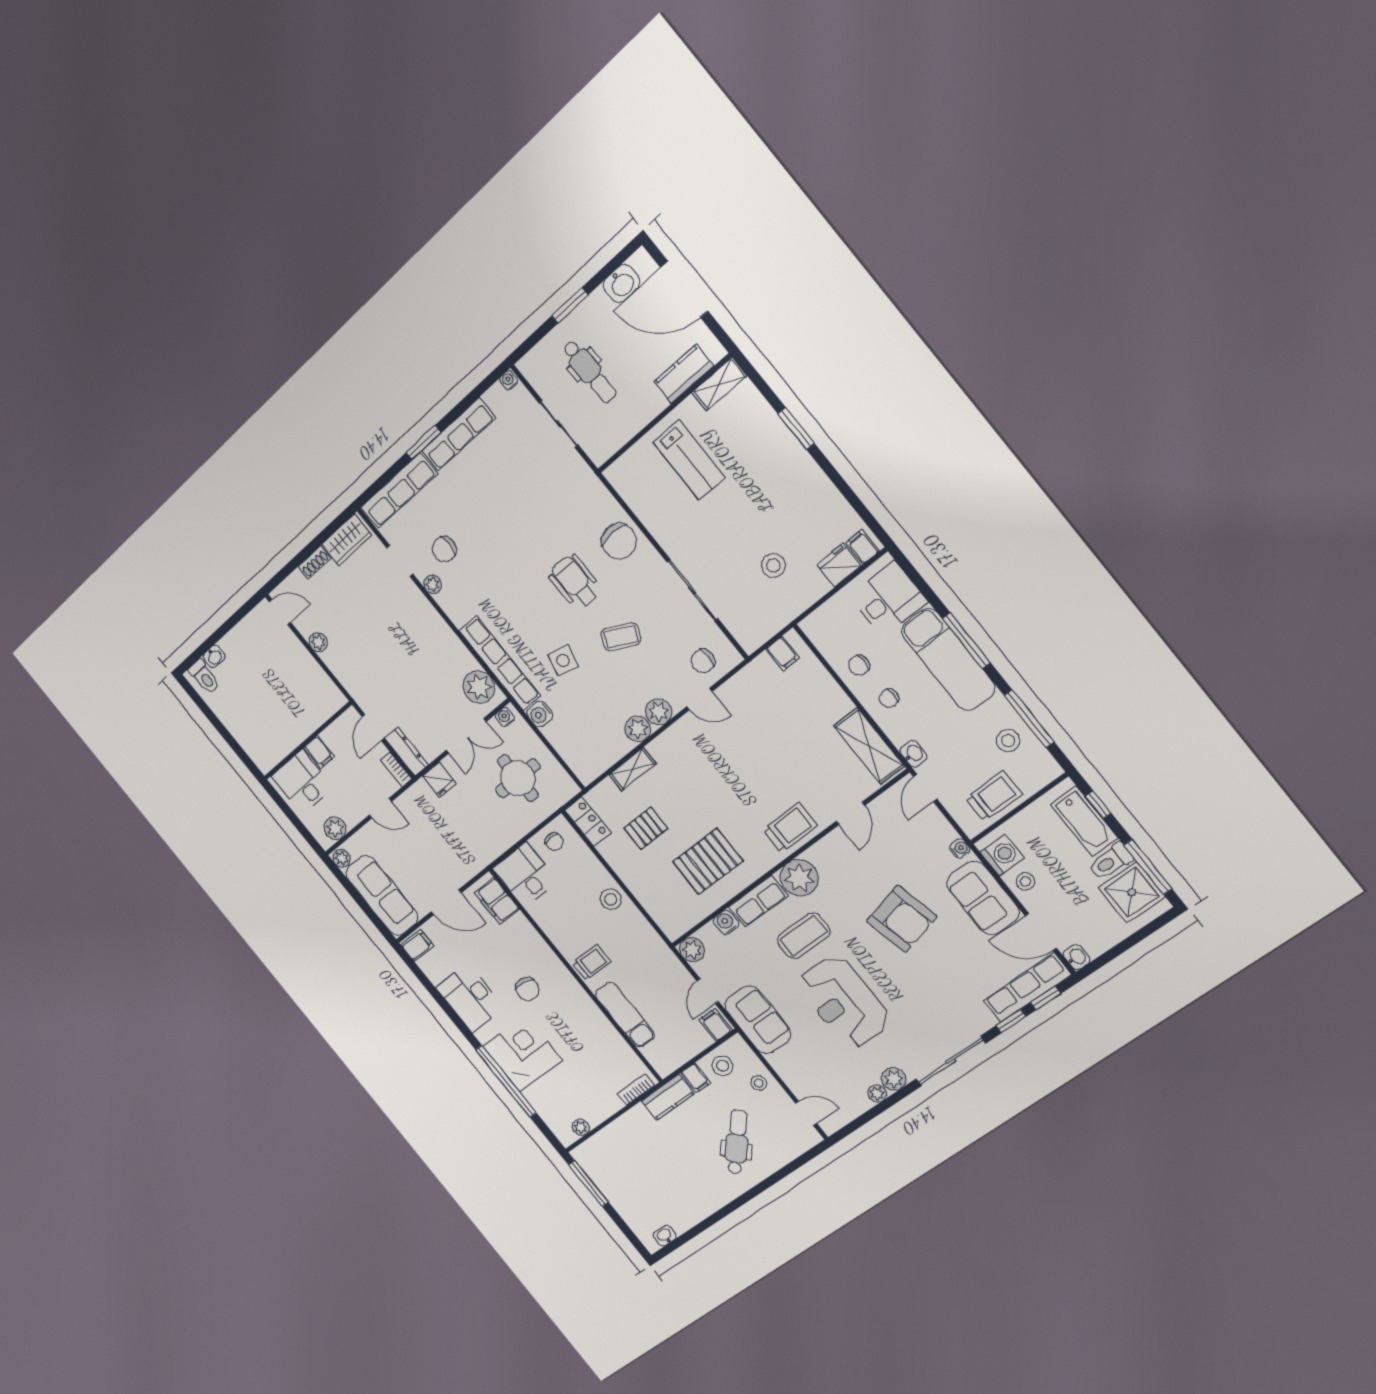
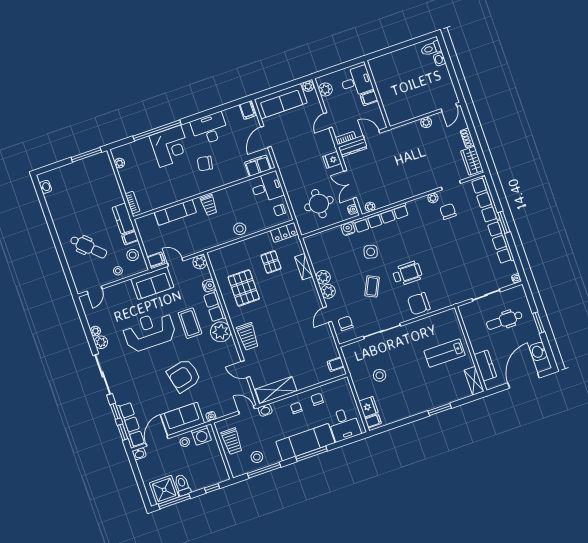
plant: (479, 687) -> (370, 207), width x0.53, depth x0.53
bathtub: (1084, 821) -> (206, 479), removed

